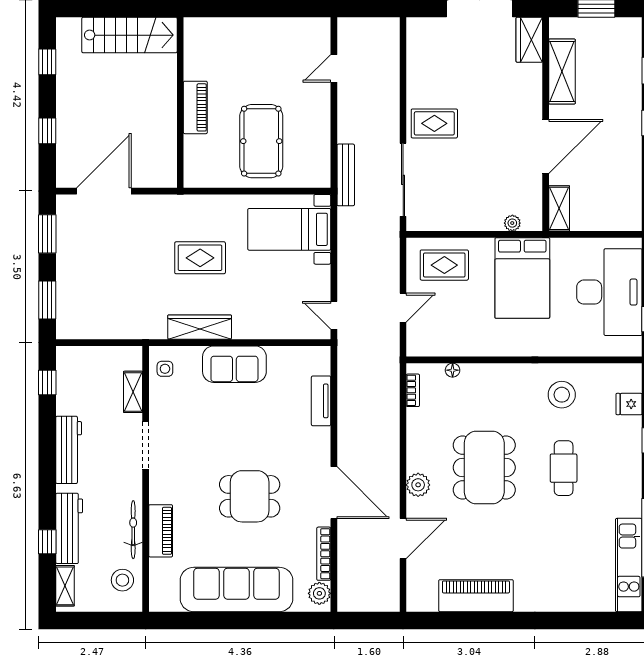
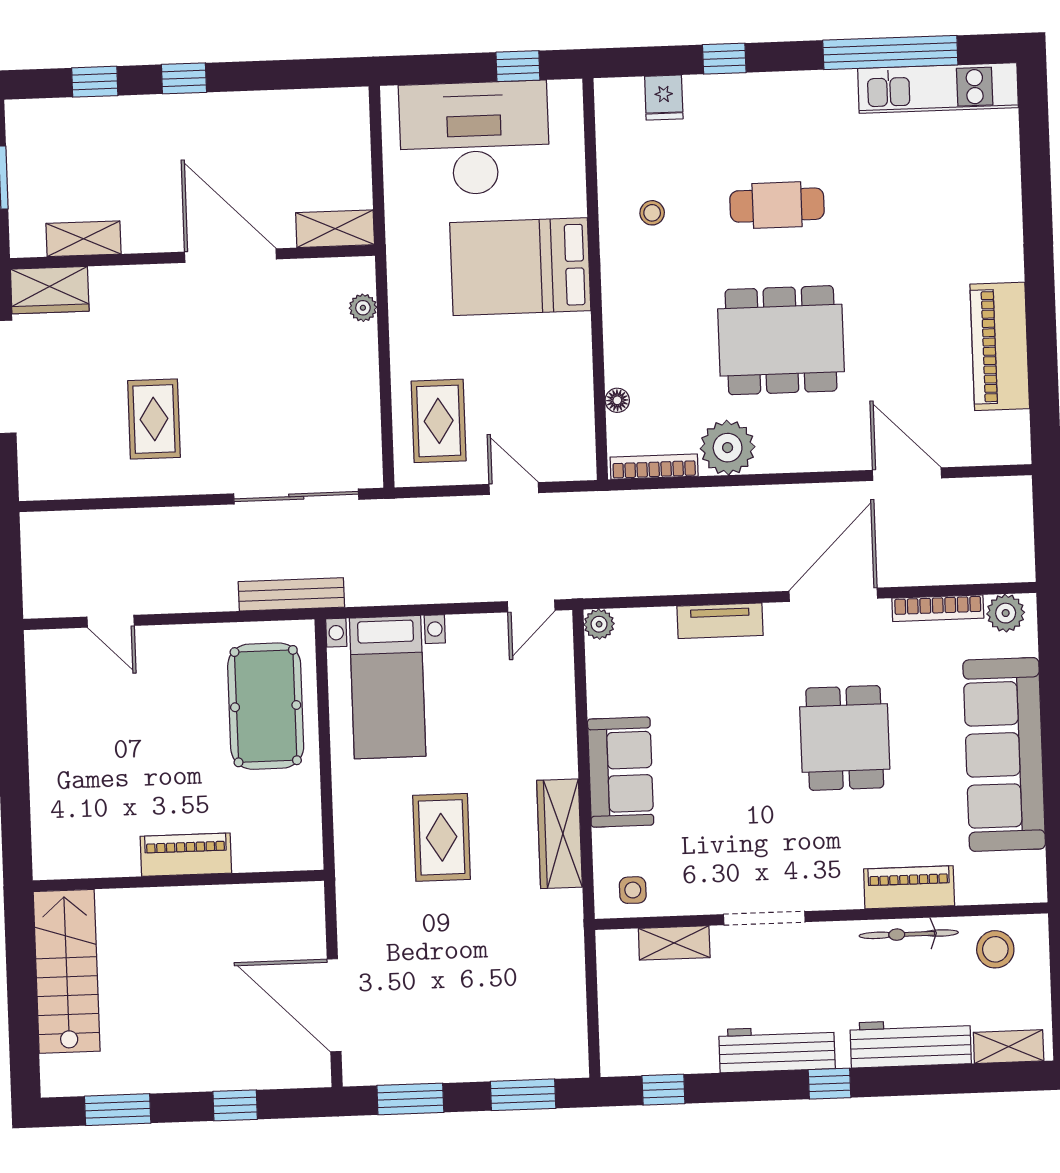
window: (47, 62) -> (118, 1110), width x1.50
shelving: (562, 71) -> (83, 239), width x0.67, depth x0.75
rug: (434, 123) -> (154, 419), moved
pool table: (261, 141) -> (266, 706), moved, turned 90
bed: (522, 278) -> (520, 267), moved, turned 180
plant: (322, 355) -> (599, 624), added
bookcase: (413, 390) -> (654, 467), width x1.56
stool: (562, 395) -> (652, 213), width x0.53, depth x0.53
tv unit: (321, 401) -> (720, 621), moved
plant: (418, 485) -> (728, 448), moved, width x1.36, depth x1.36
window: (47, 542) -> (829, 1084), moved

